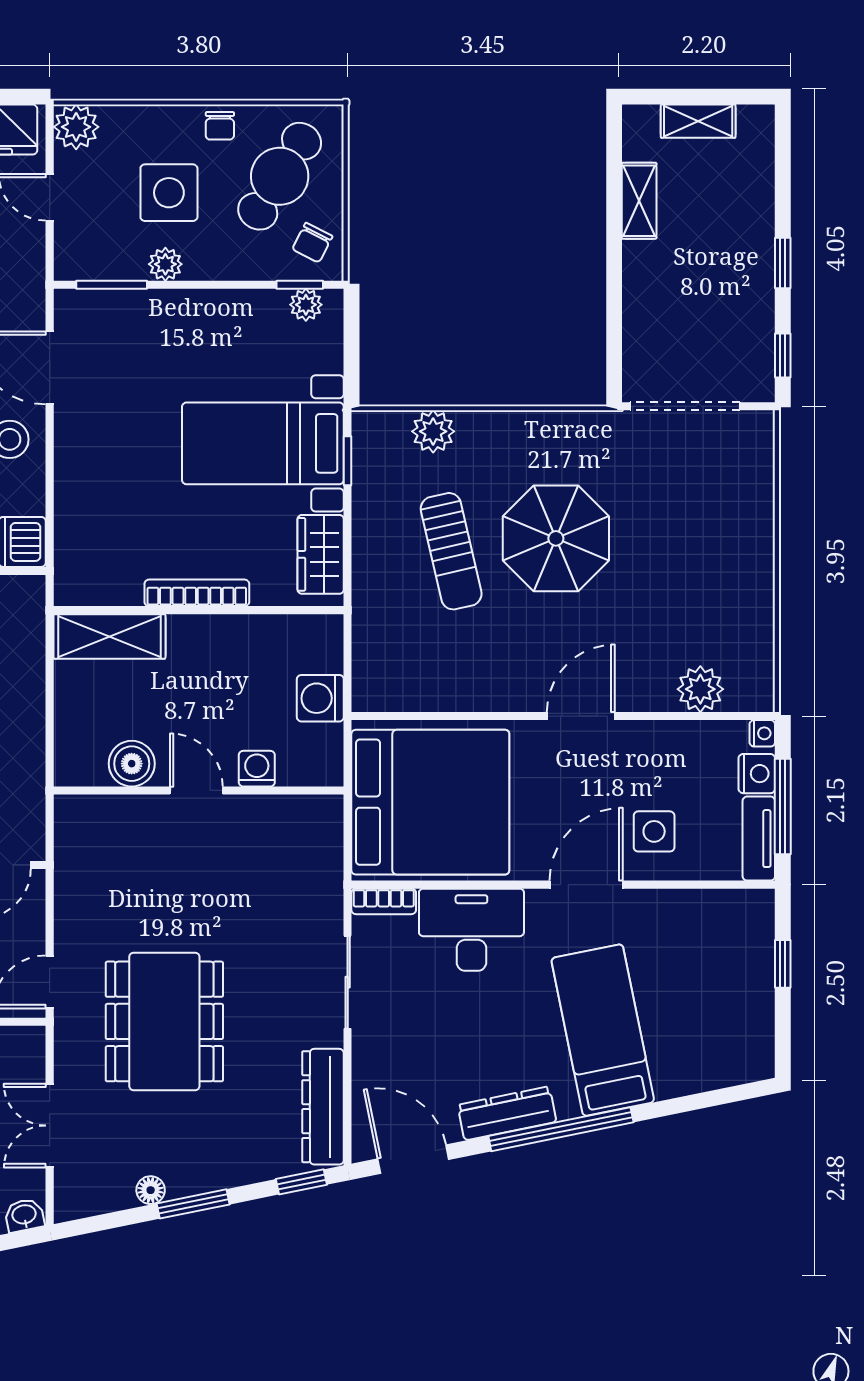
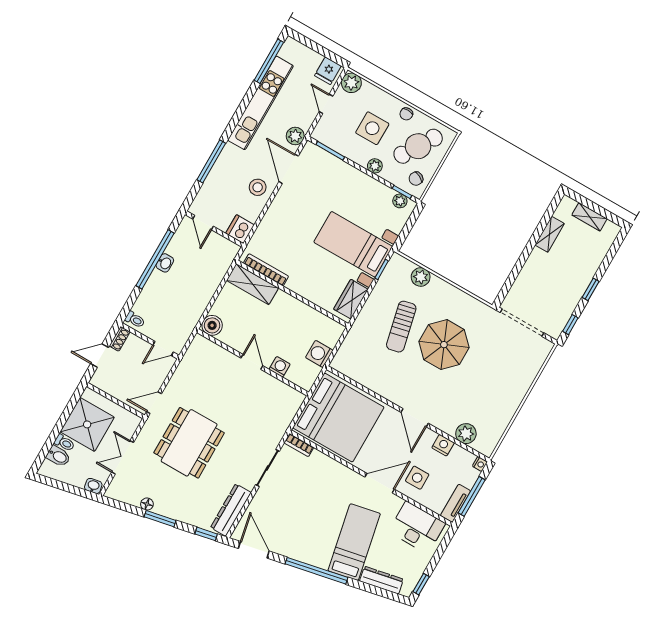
plant: (165, 264) -> (375, 166), moved
plant: (26, 296) -> (295, 136), added
bookcase: (197, 593) -> (266, 270), moved
door: (581, 716) -> (415, 418), swing flipped
boiler: (132, 764) -> (212, 325), moved
nightstand: (757, 774) -> (443, 445), moved, turned -90
desk: (471, 930) -> (417, 527), moved
window: (783, 964) -> (421, 584), moved
dresser: (507, 1113) -> (382, 580), moved

